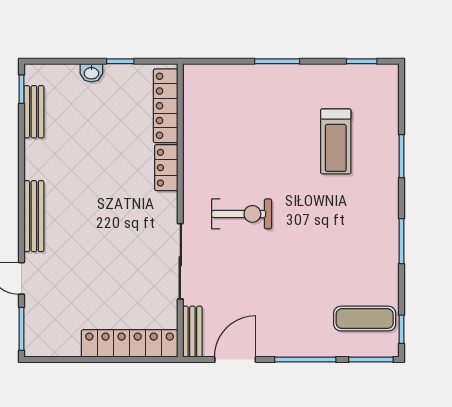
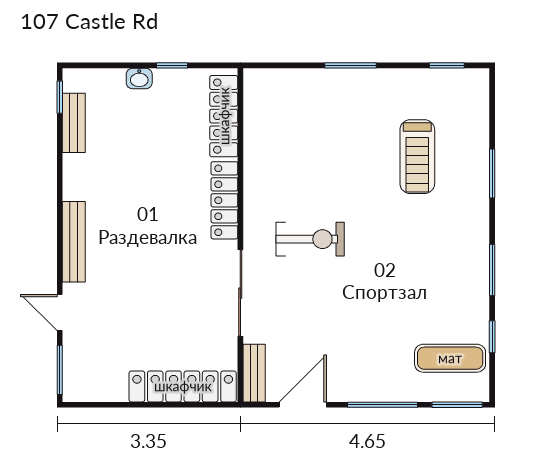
locker: (166, 168) -> (224, 200), width x1.53
window: (402, 329) -> (492, 337), moved

